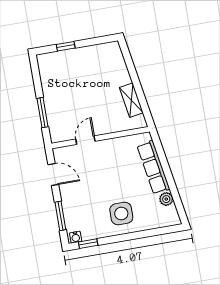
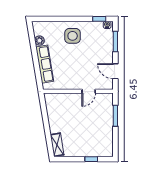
shelving: (131, 100) -> (57, 145), moved

